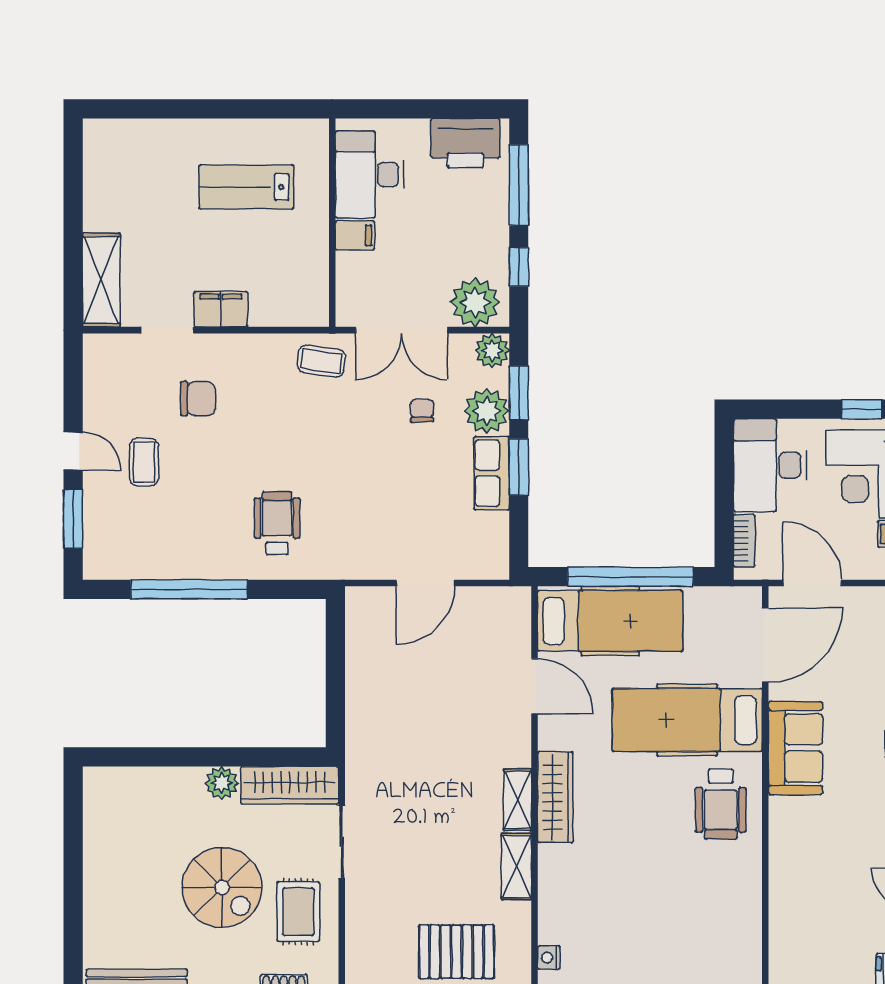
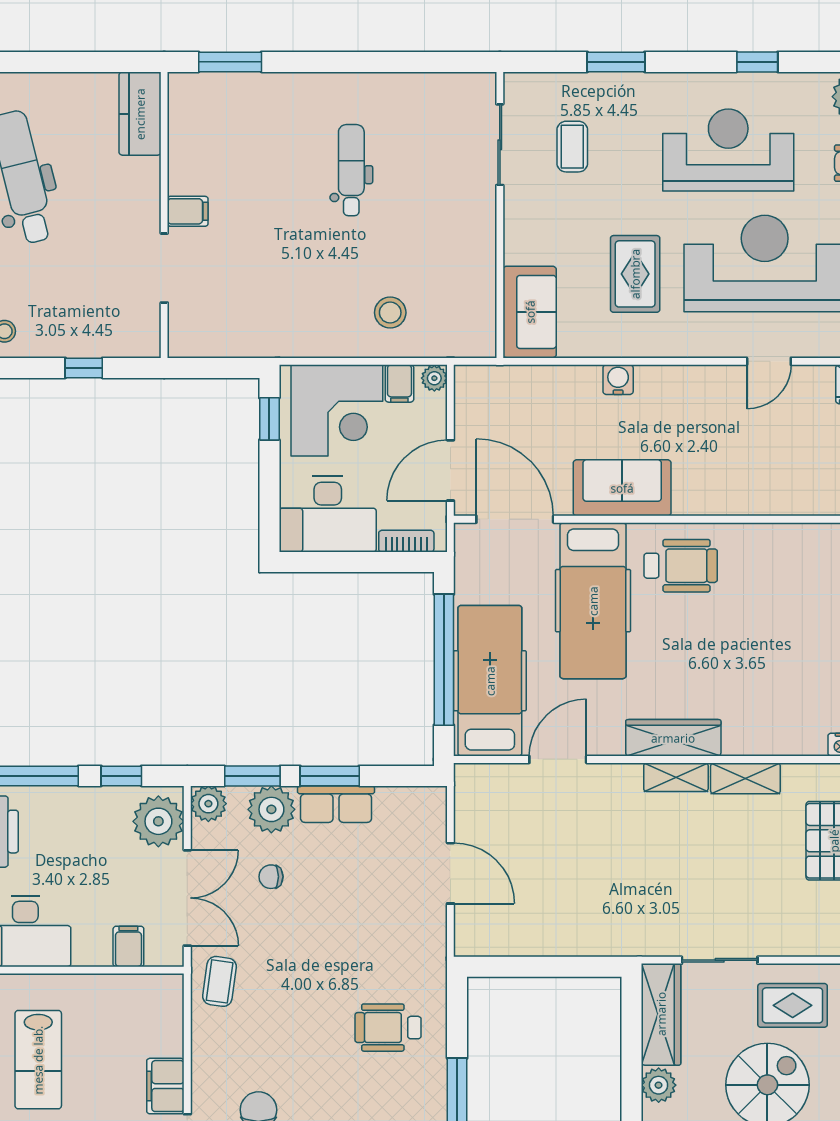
filing cabinet: (355, 235) -> (128, 946), moved

